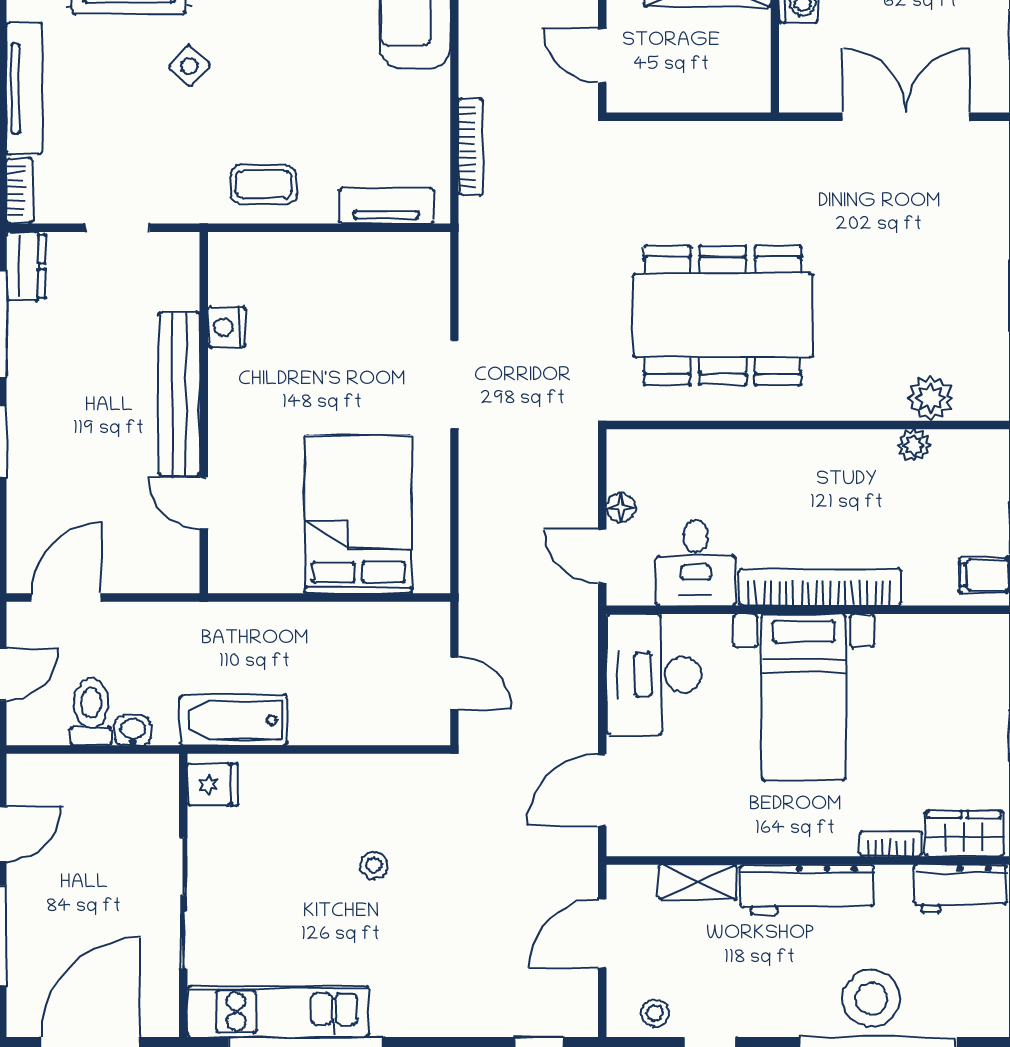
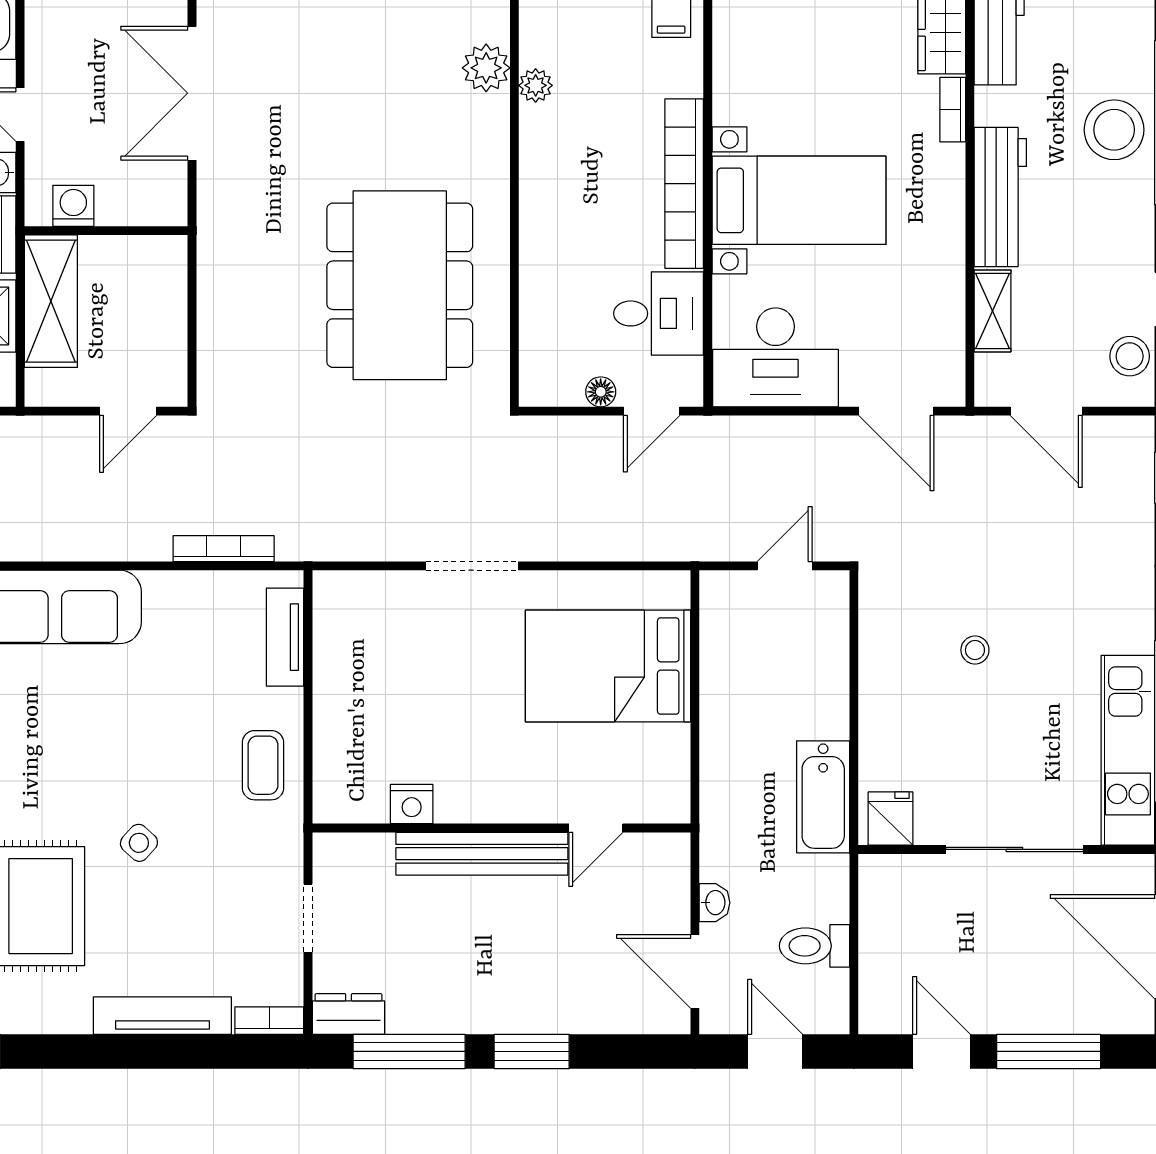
washbasin: (133, 731) -> (714, 903), moved, turned 180
stool: (655, 1013) -> (1130, 356), width x1.37, depth x1.37

